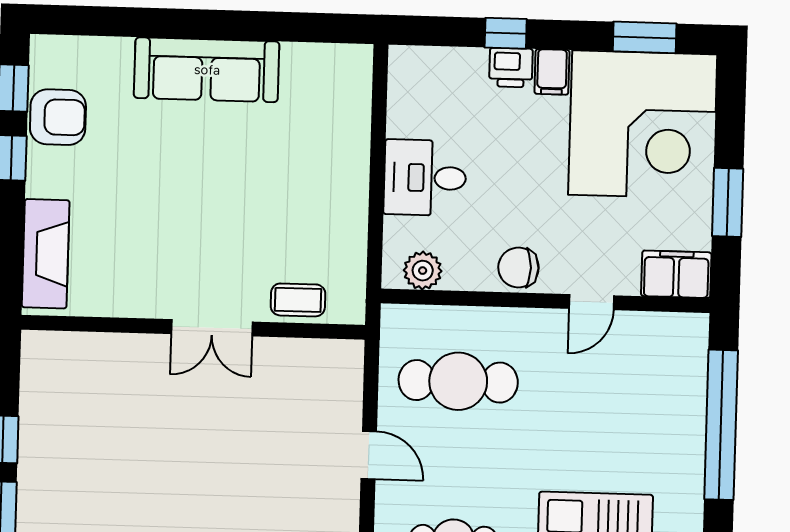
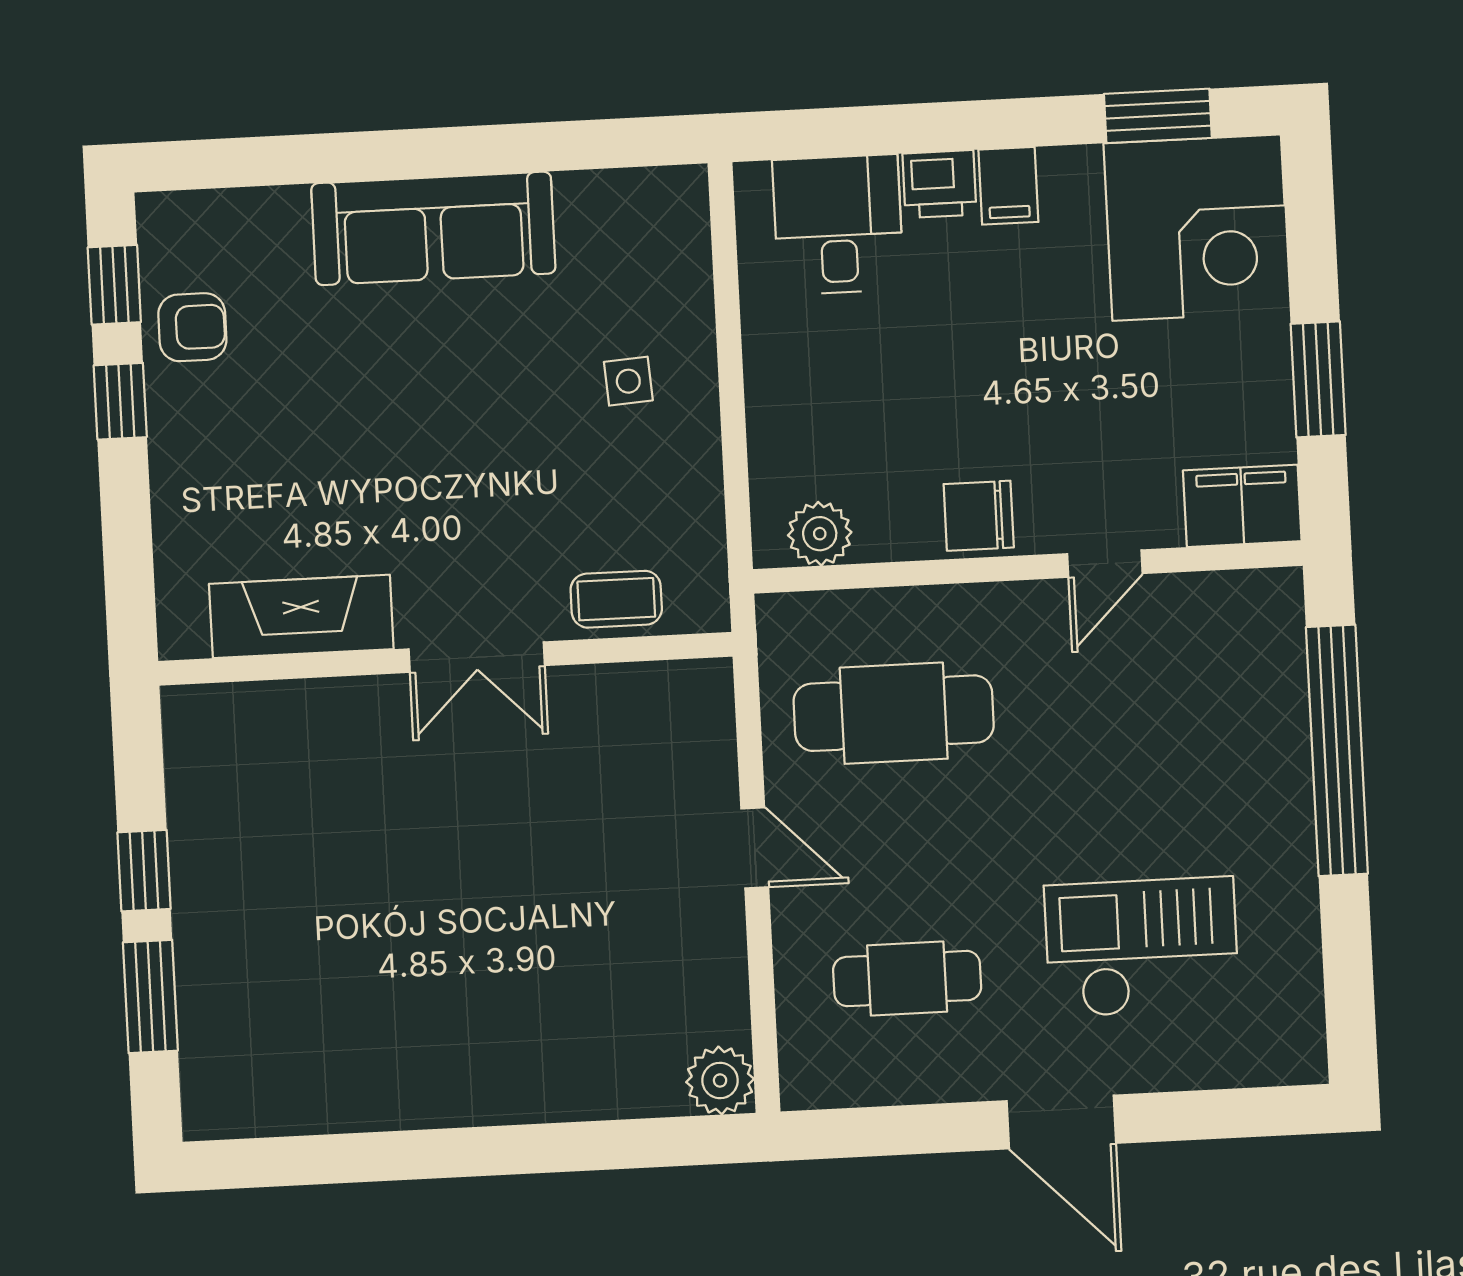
window: (506, 33) -> (926, 128), removed
armchair: (58, 117) -> (192, 327), width x0.72, depth x0.72
corner desk: (643, 125) -> (1197, 228), width x0.74, depth x0.74
side table: (316, 170) -> (628, 381), added
desk: (425, 178) -> (838, 225), moved, turned 90
fireplace: (46, 254) -> (301, 616), moved, turned -90

